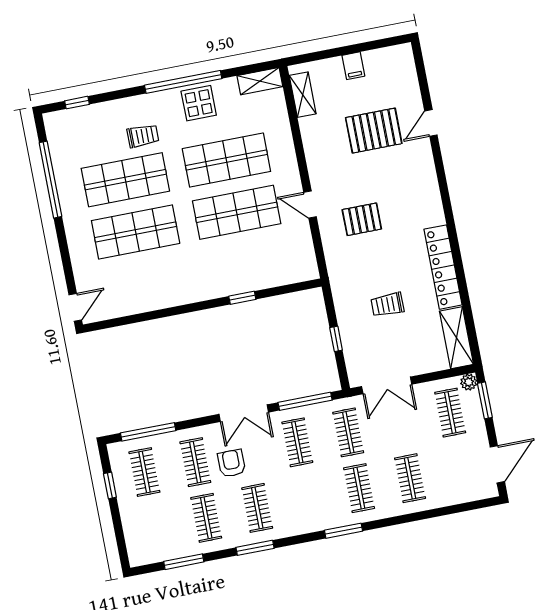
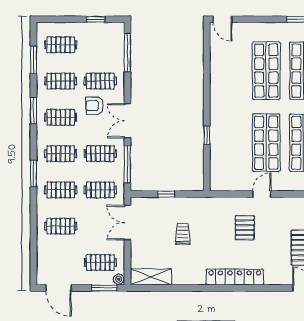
locker: (443, 267) -> (235, 277), moved
armchair: (231, 463) -> (95, 106), turned 180
clothes rail: (144, 472) -> (61, 45), moved
clothes rail: (308, 498) -> (61, 154), added

